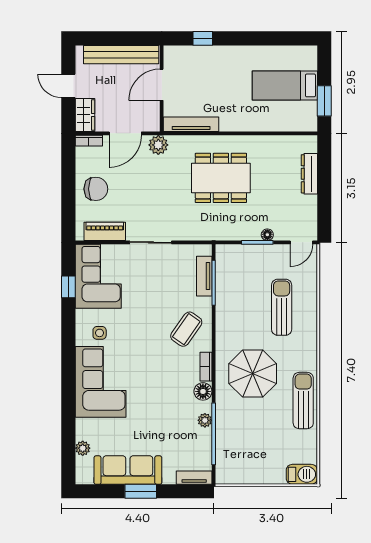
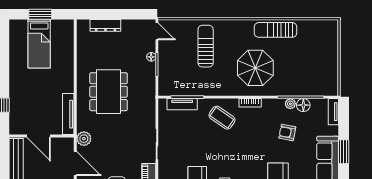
window: (324, 101) -> (40, 14), moved
sun lounger: (282, 307) -> (206, 46), turned 90
floor lamp: (203, 391) -> (303, 105), moved
armchair: (166, 416) -> (287, 133), added
barbecue: (302, 474) -> (331, 31), removed

